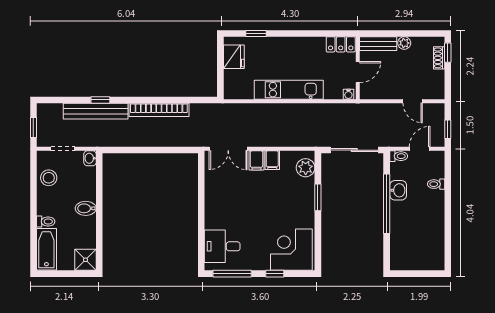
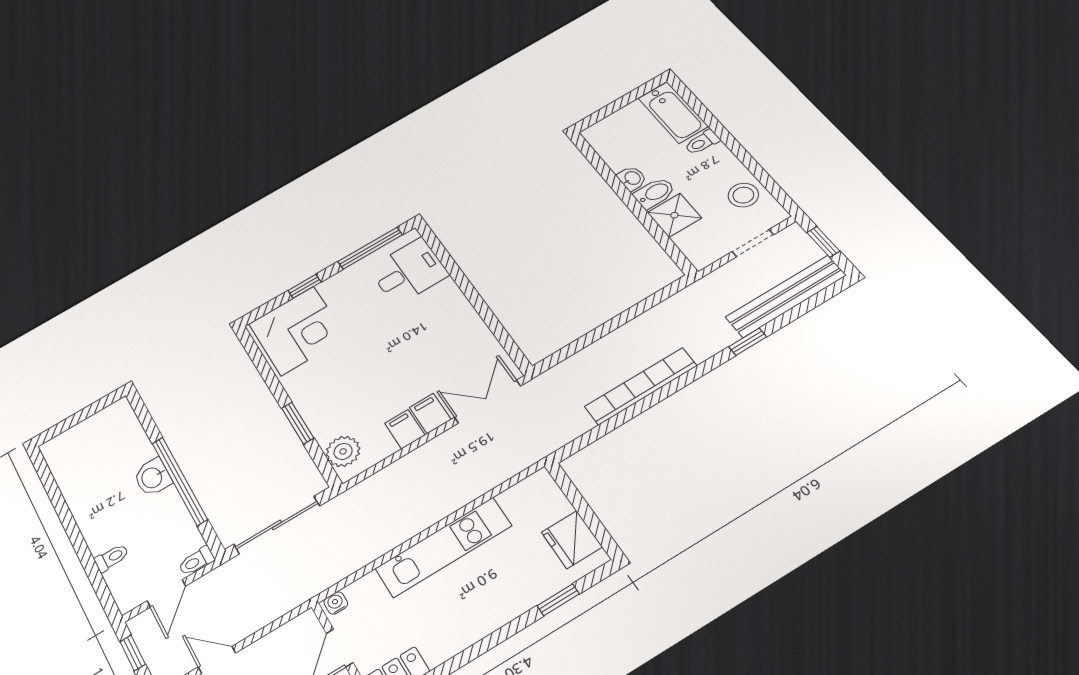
bench: (96, 111) -> (786, 296), moved
washbasin: (90, 158) -> (632, 178), moved
washbasin: (398, 190) -> (153, 477), moved
shower: (86, 260) -> (674, 215), moved

